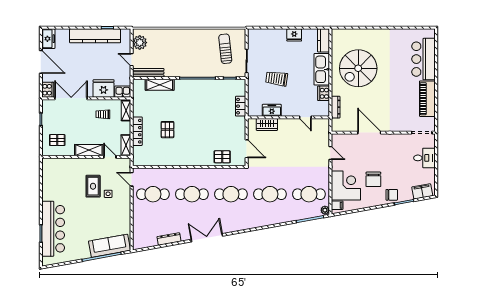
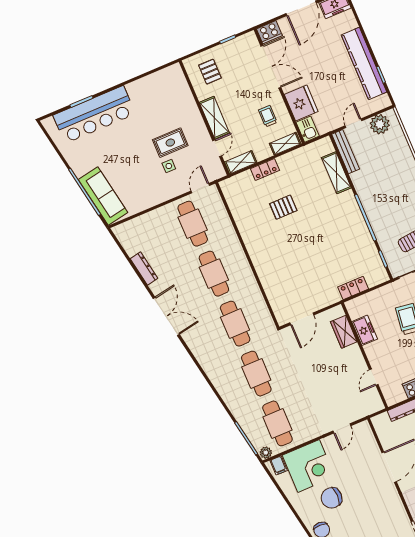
locker: (137, 131) -> (265, 169), width x0.66
pallet: (222, 157) -> (278, 292), removed

